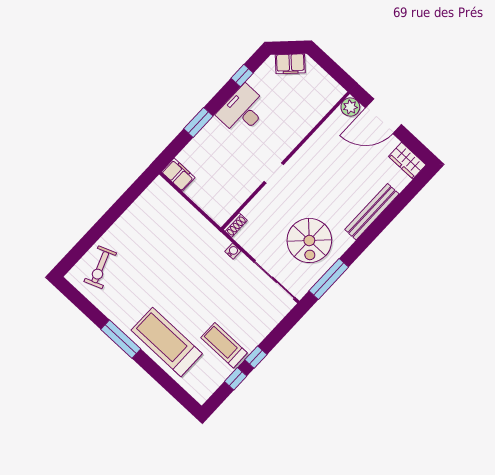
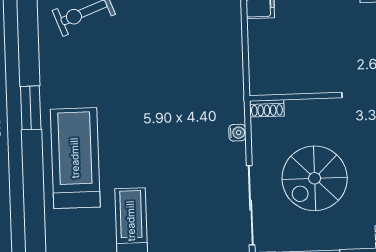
spiral stairs: (309, 240) -> (315, 178), moved
window: (121, 339) -> (31, 108), width x0.69

